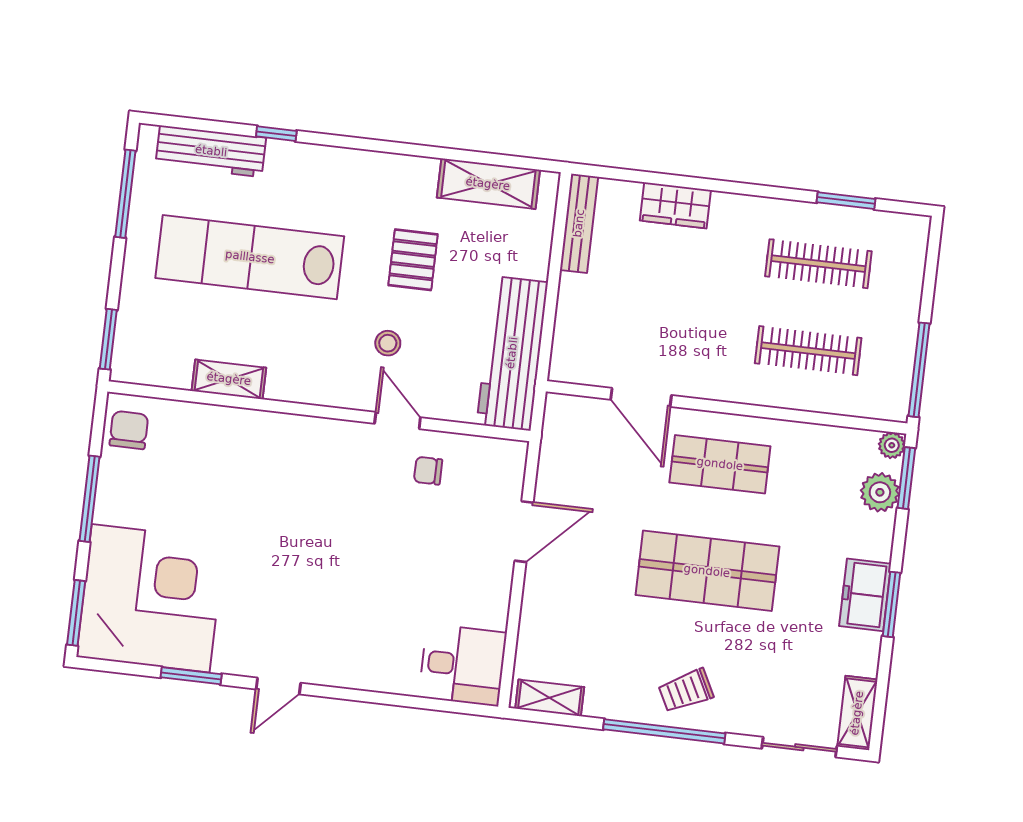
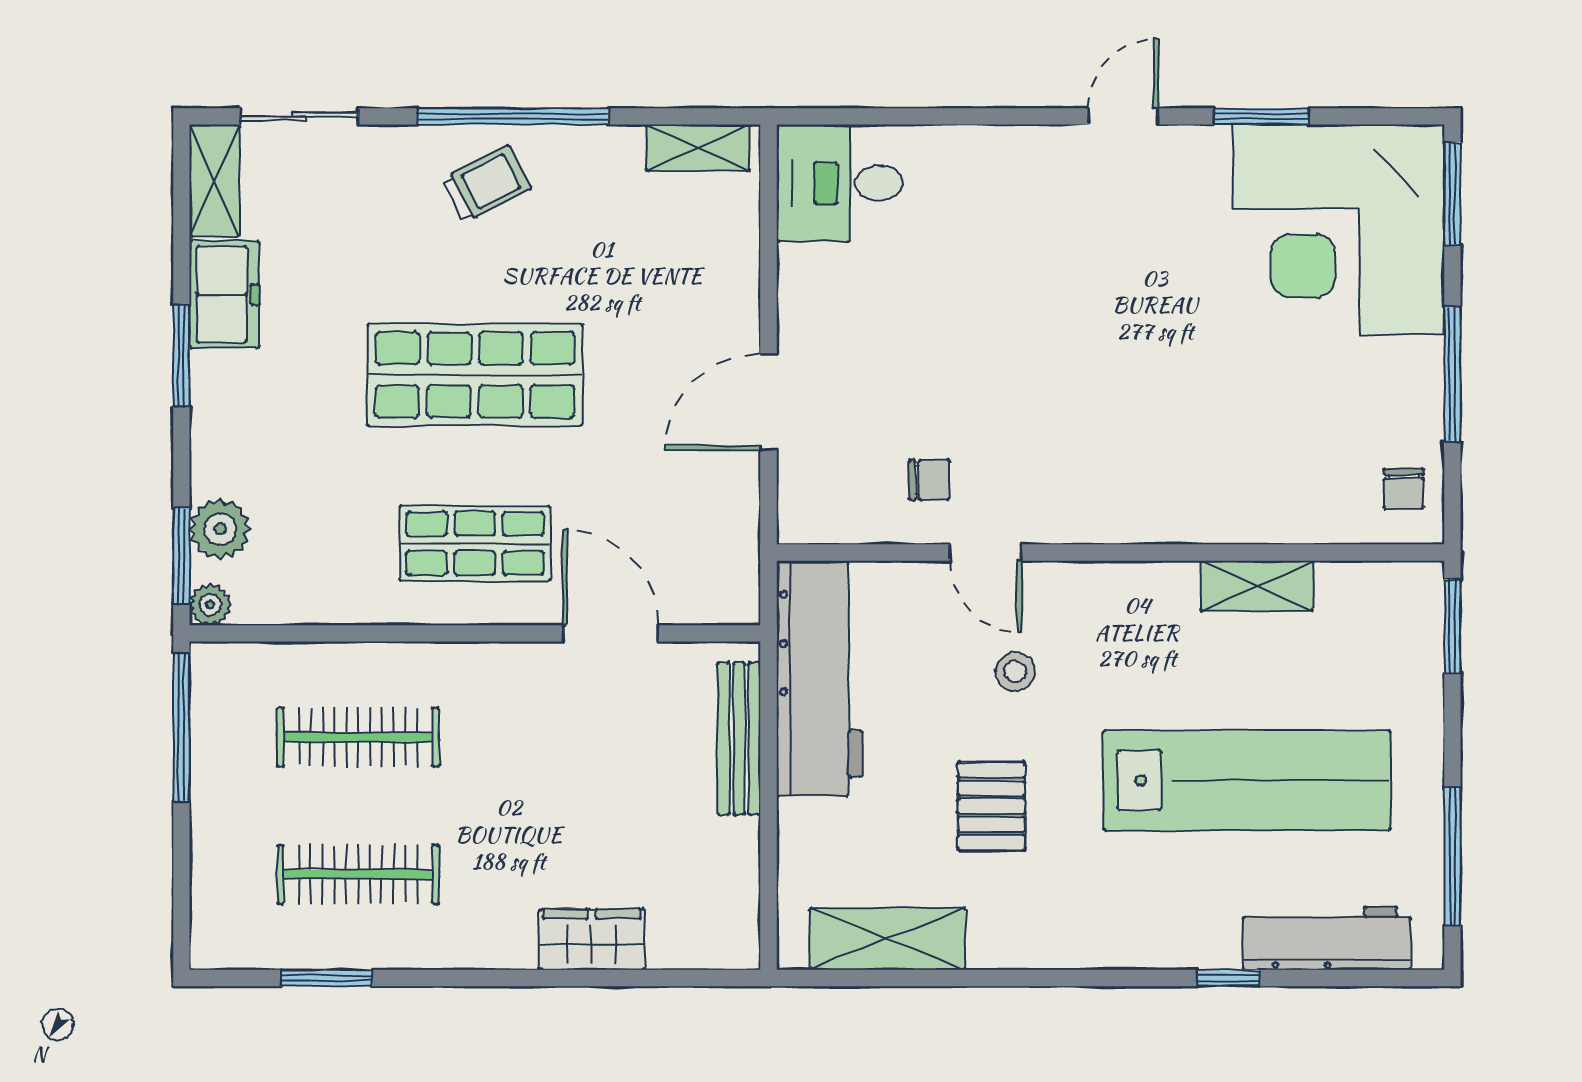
bench: (579, 223) -> (739, 738), moved
chair: (129, 430) -> (1404, 488), width x0.73, depth x0.73
freezer: (865, 595) -> (224, 294), moved

